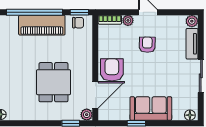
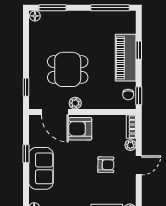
window: (34, 12) -> (139, 50), width x0.32
armchair: (112, 70) -> (80, 129), turned 180
plant: (87, 115) -> (75, 103), moved

